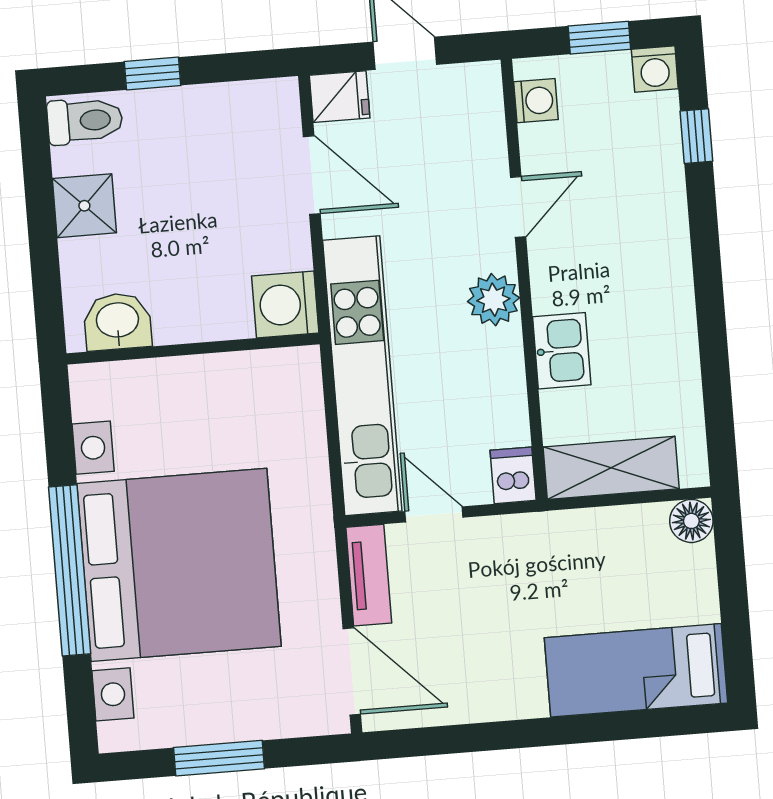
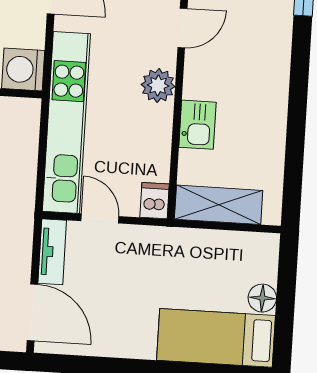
floor lamp: (691, 521) -> (262, 298), moved

